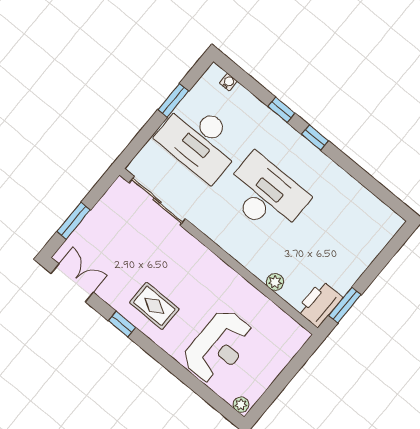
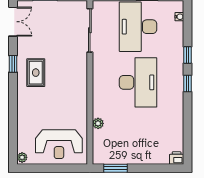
printer: (319, 304) -> (177, 158), moved, width x0.53, depth x0.68
reception desk: (218, 346) -> (59, 144), moved

